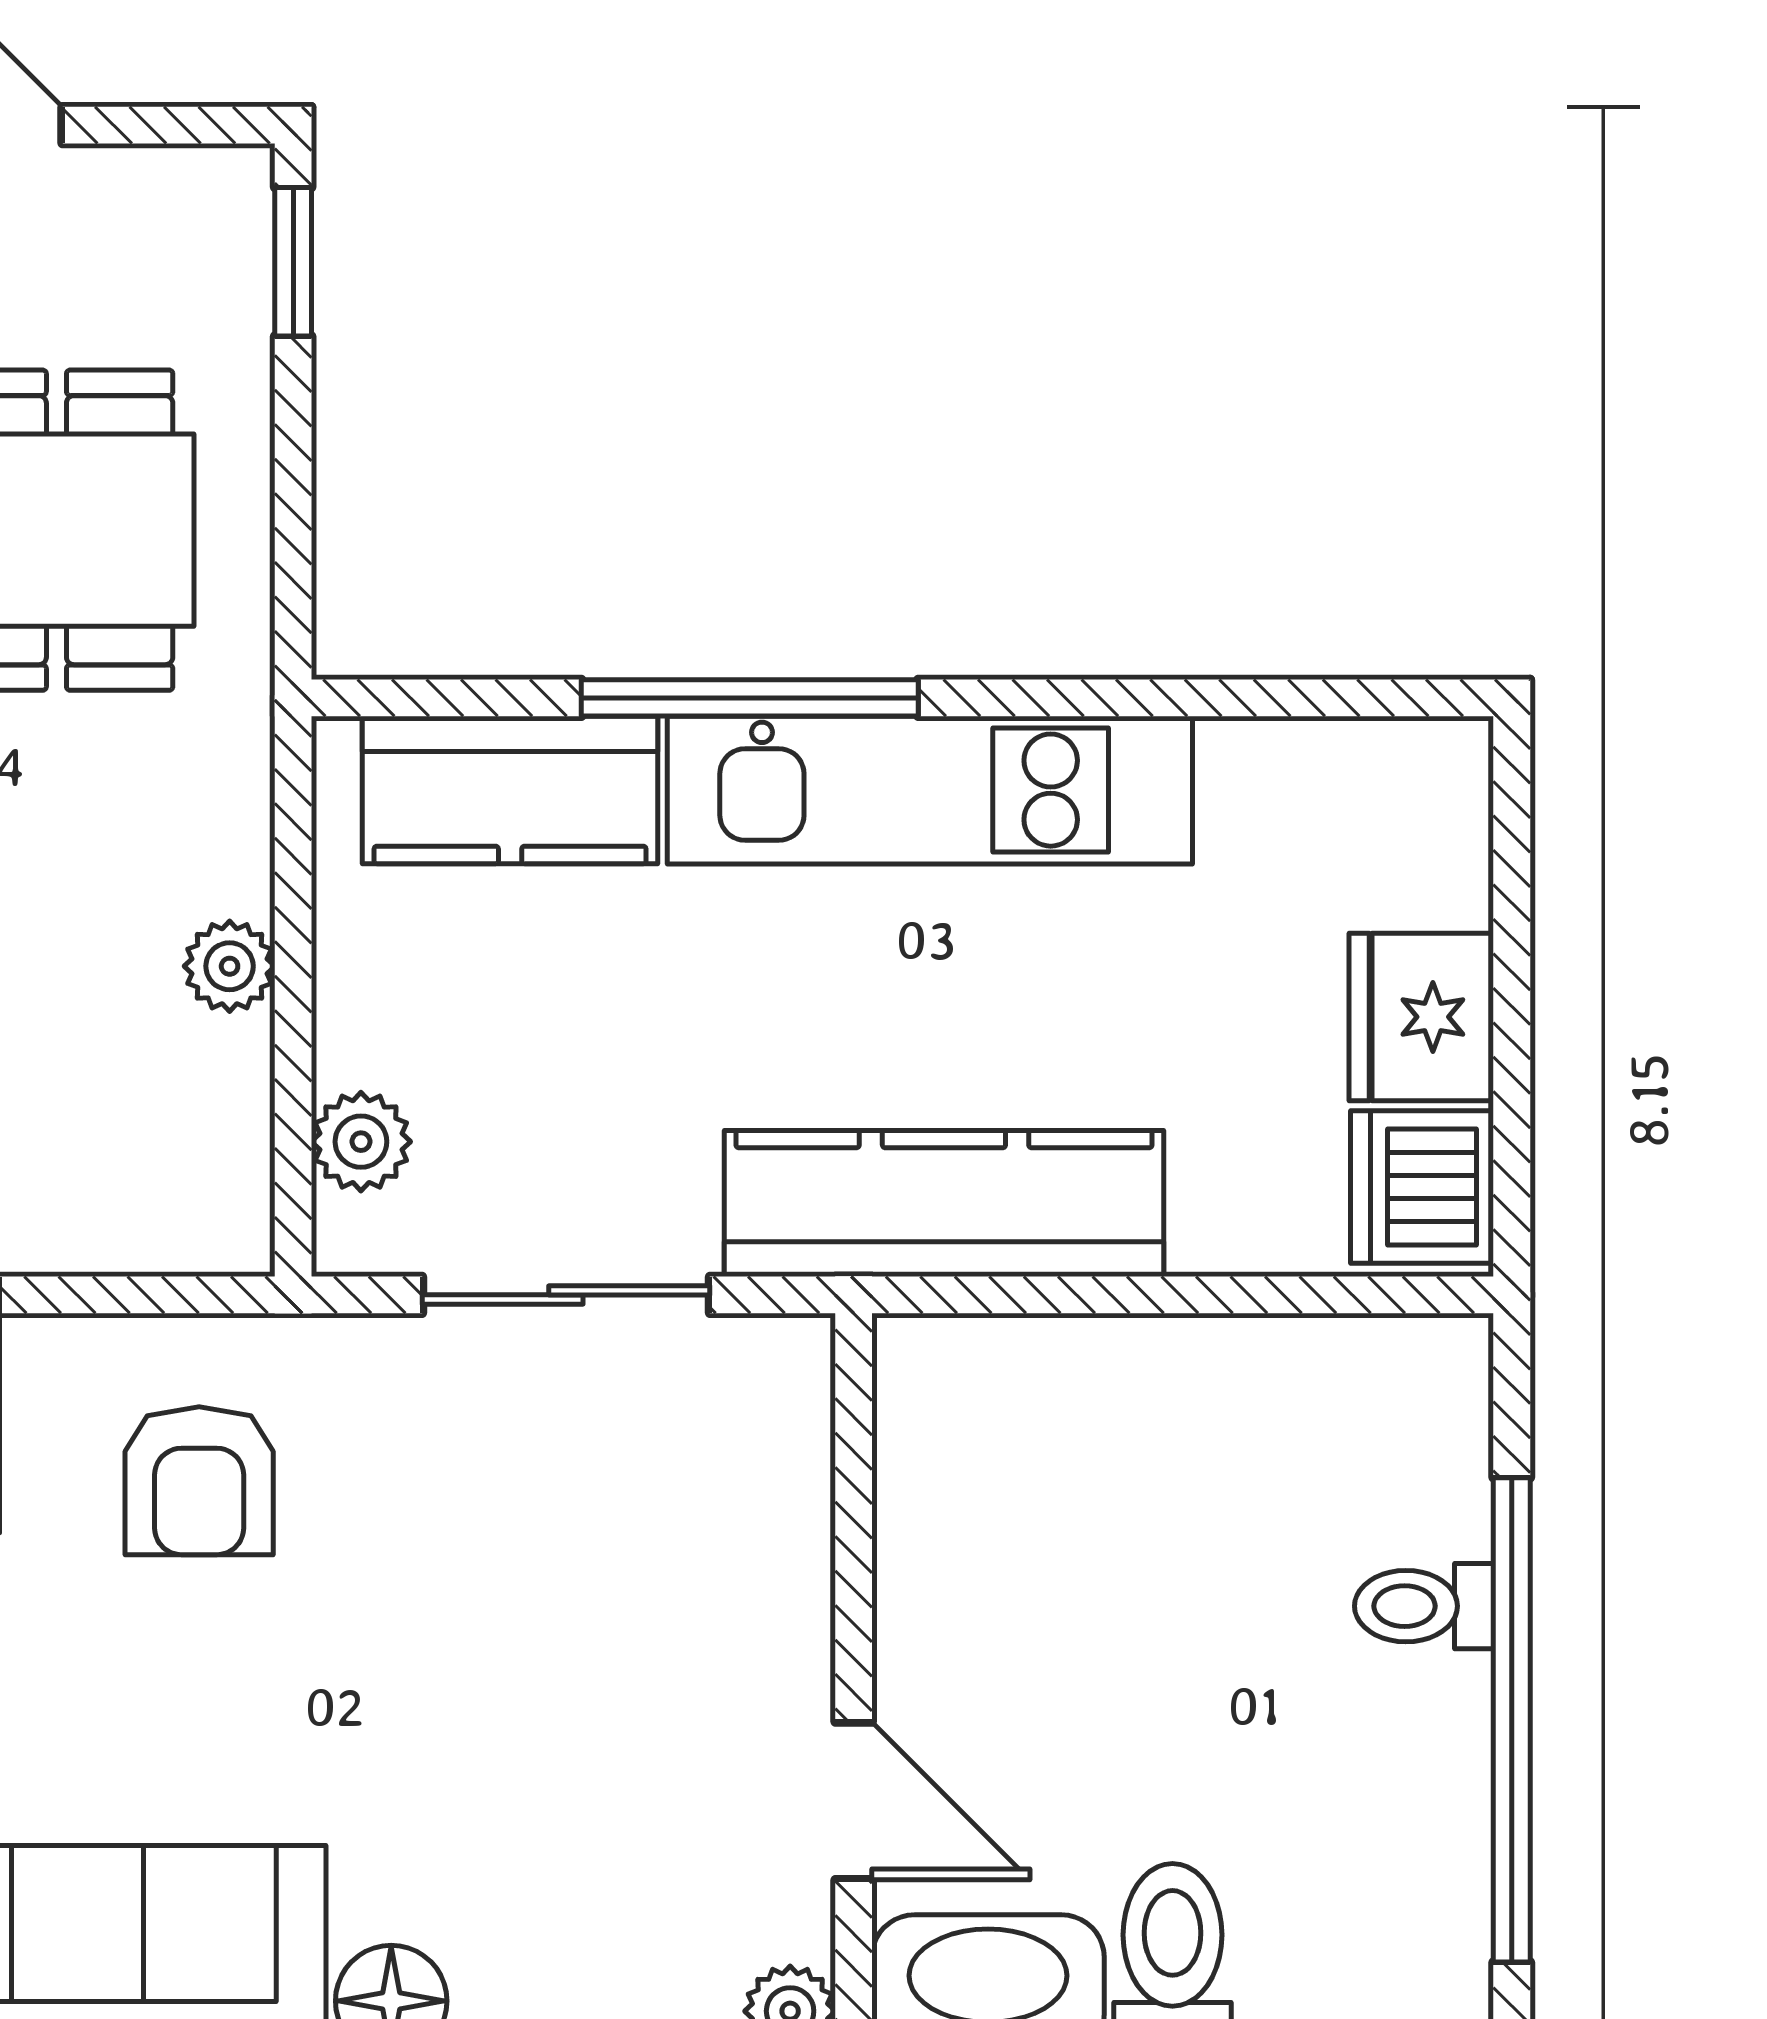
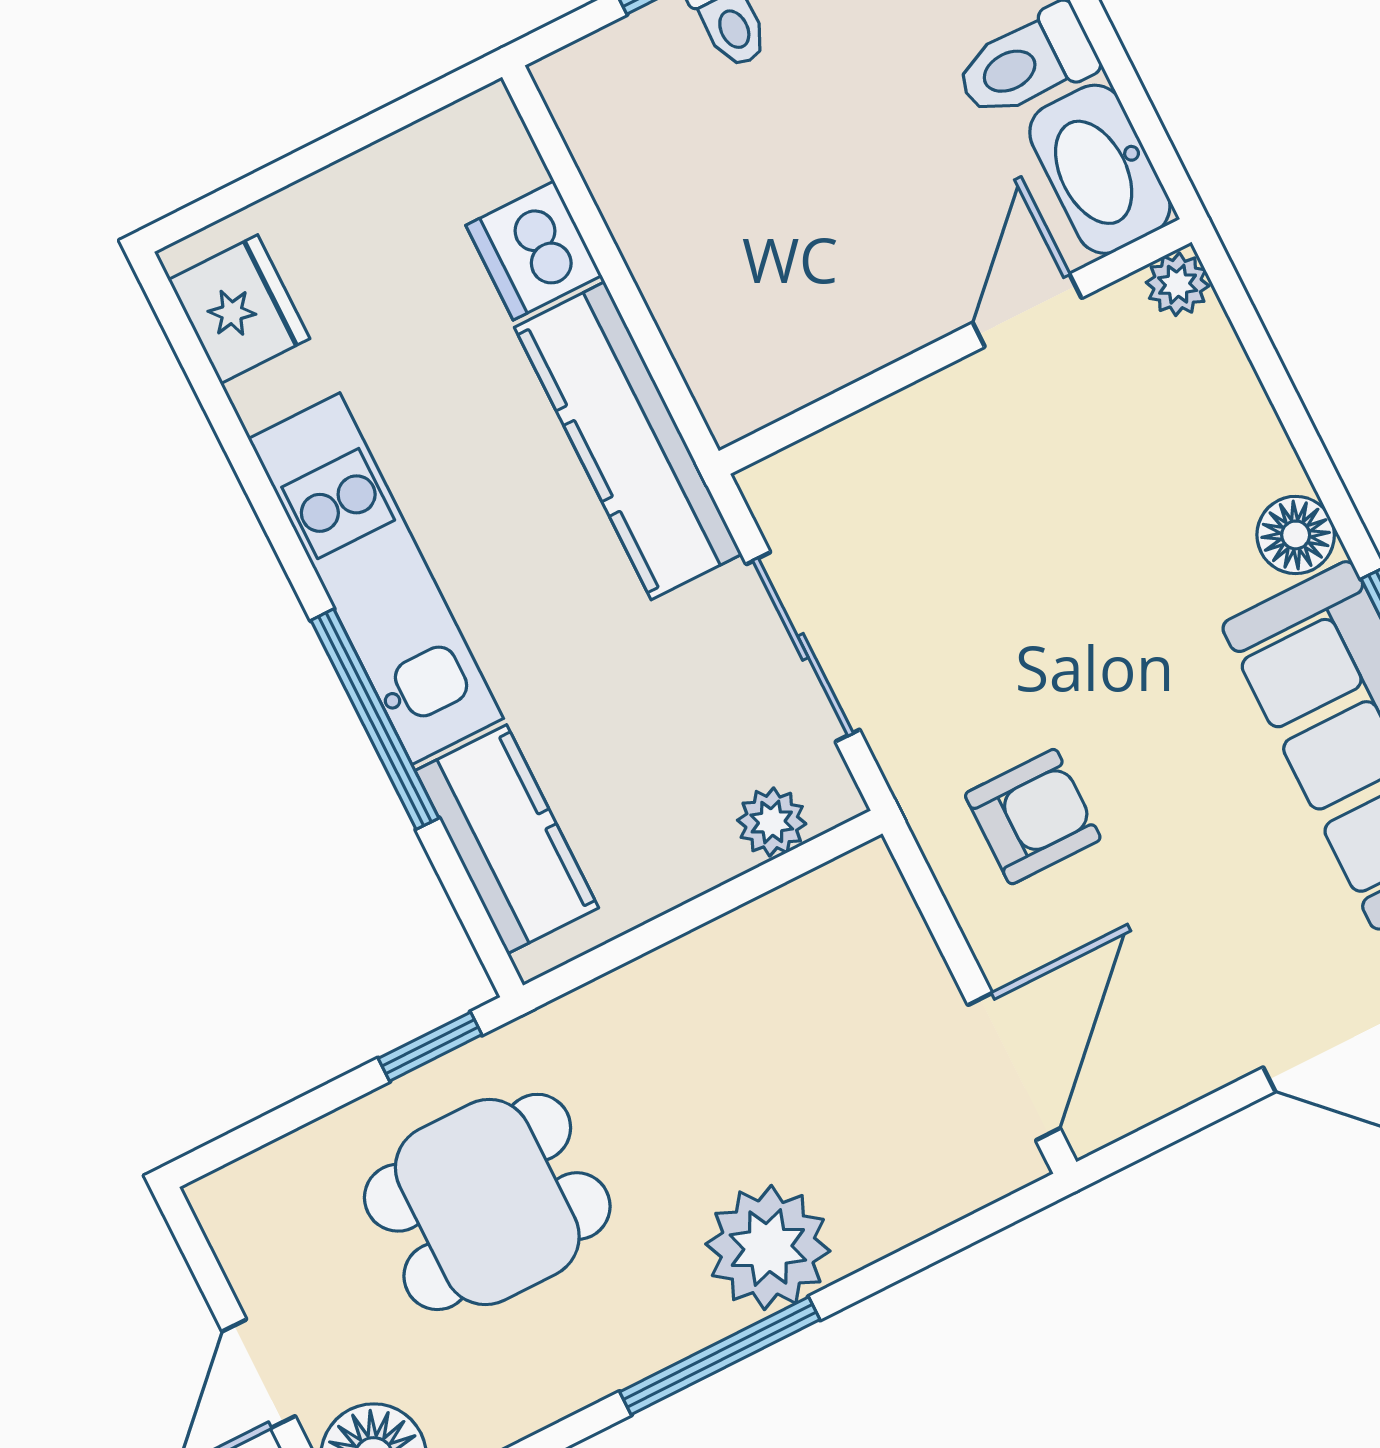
window: (293, 262) -> (430, 1047), moved
plant: (230, 966) -> (704, 958), removed
fridge: (1421, 1017) -> (239, 309), moved, turned -90
dishwasher: (1422, 1187) -> (534, 250), moved, turned 90

